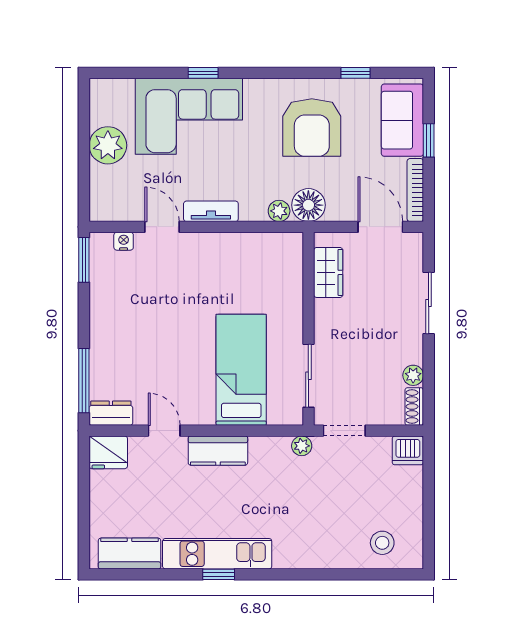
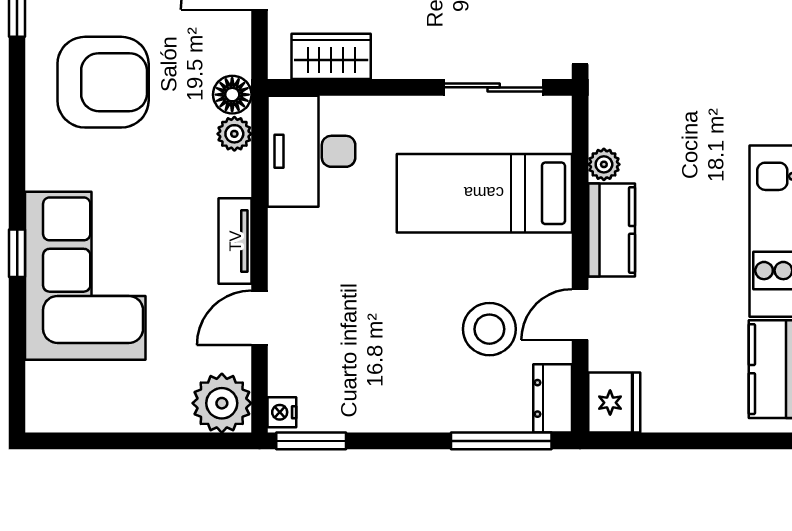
plant: (108, 145) -> (222, 403), moved
floor lamp: (308, 205) -> (232, 95), width x0.73, depth x0.73
nightstand: (124, 241) -> (282, 412), moved
desk: (268, 260) -> (311, 151), added
stool: (155, 373) -> (489, 329), added
plant: (302, 446) -> (604, 164), moved

